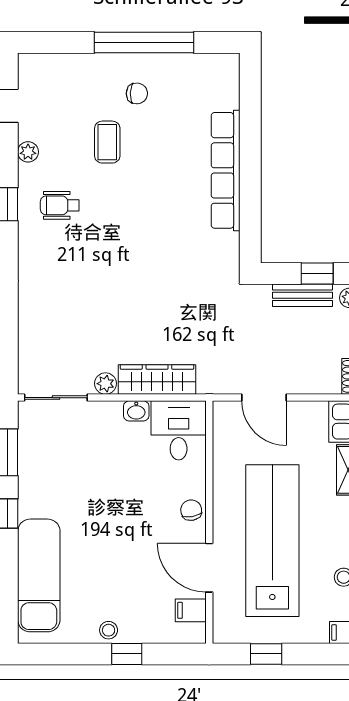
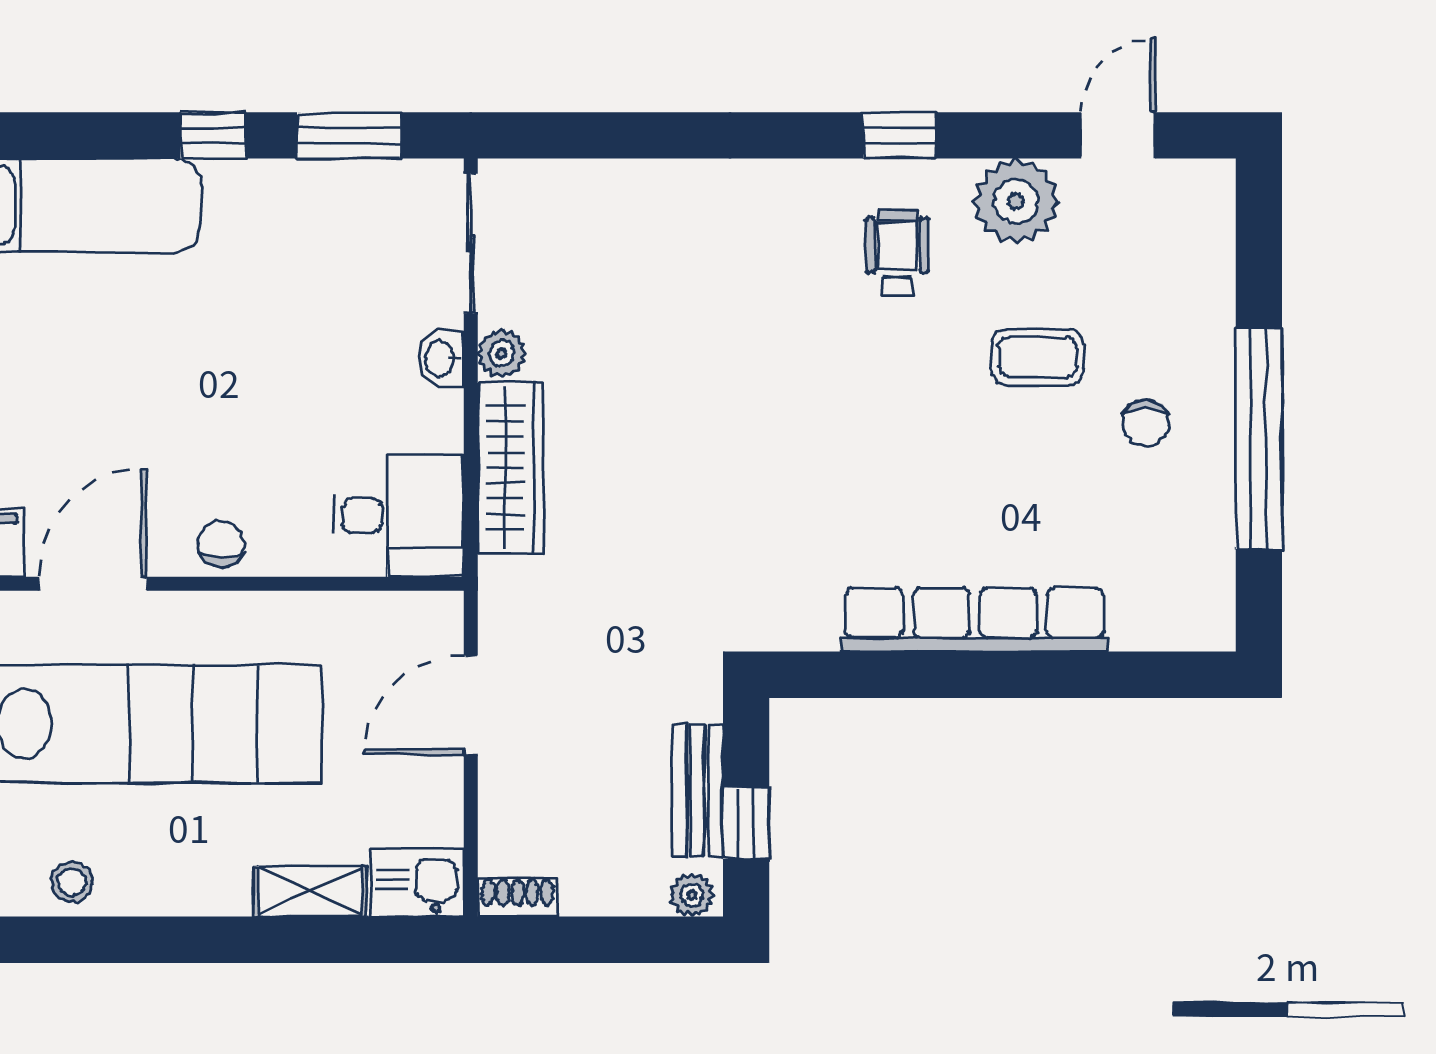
plant: (28, 152) -> (1016, 201), width x1.87, depth x1.87
washbasin: (136, 411) -> (441, 358), moved
chair: (191, 510) -> (221, 544), turned -80

